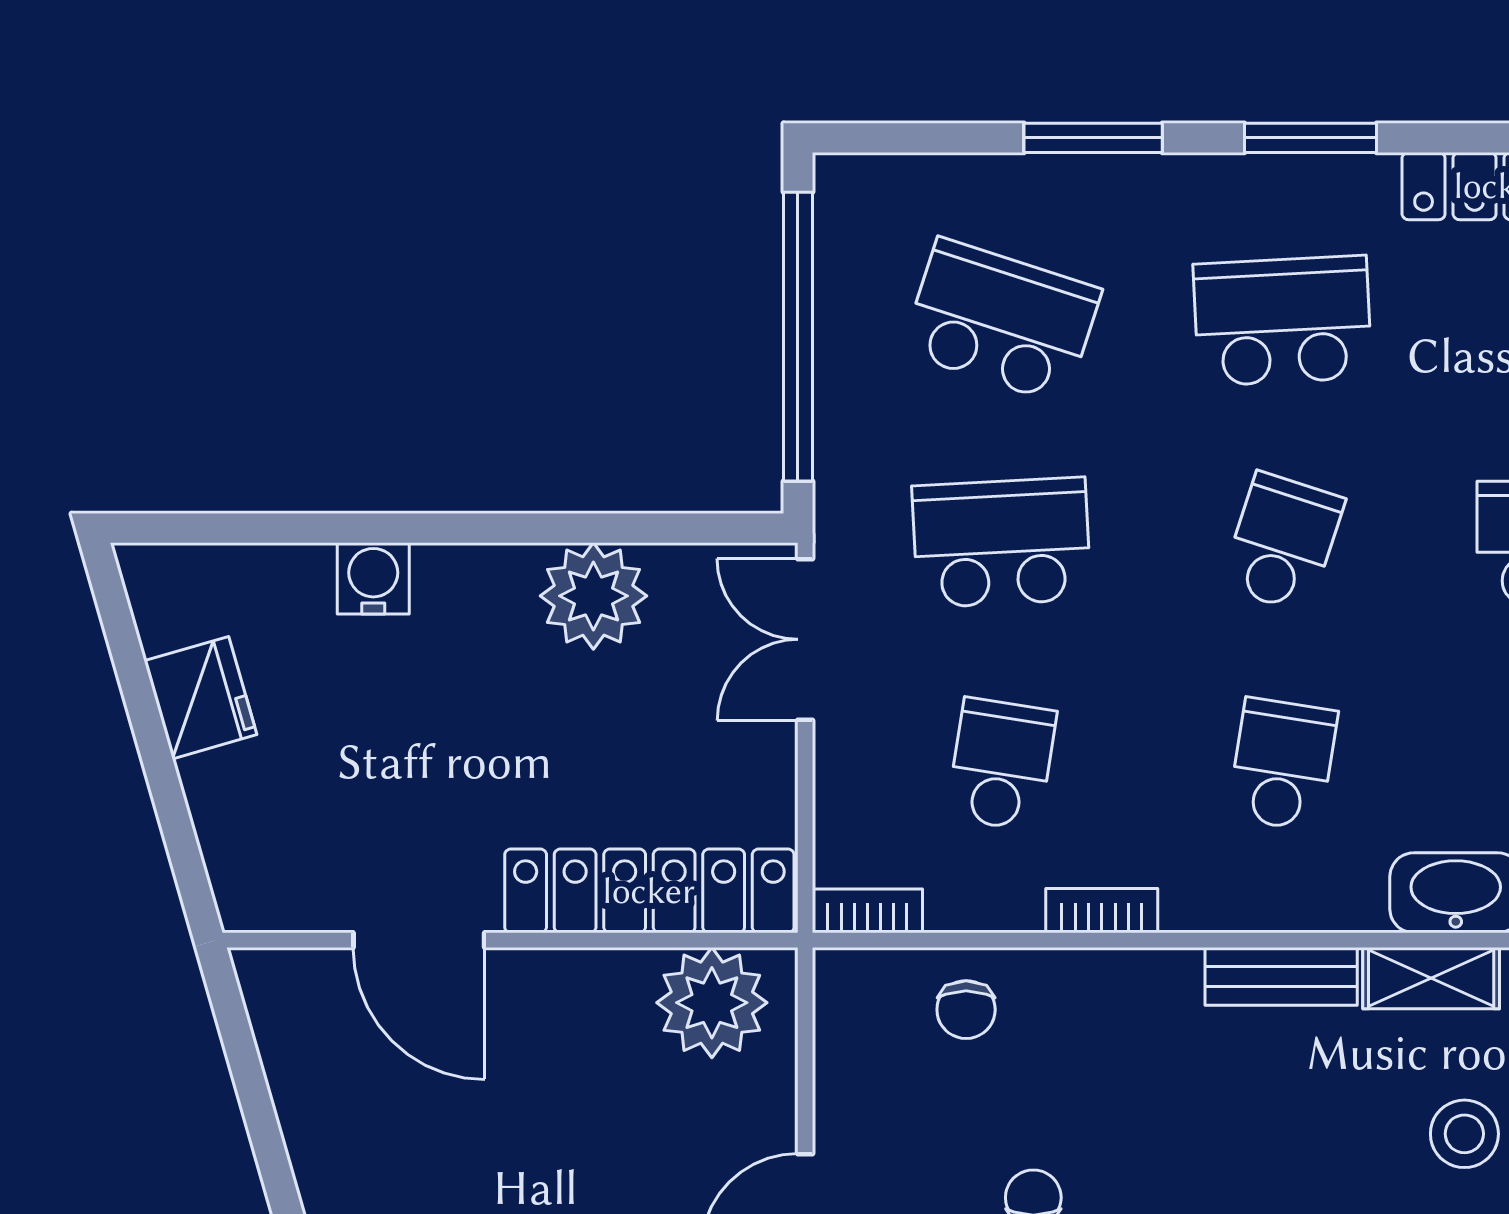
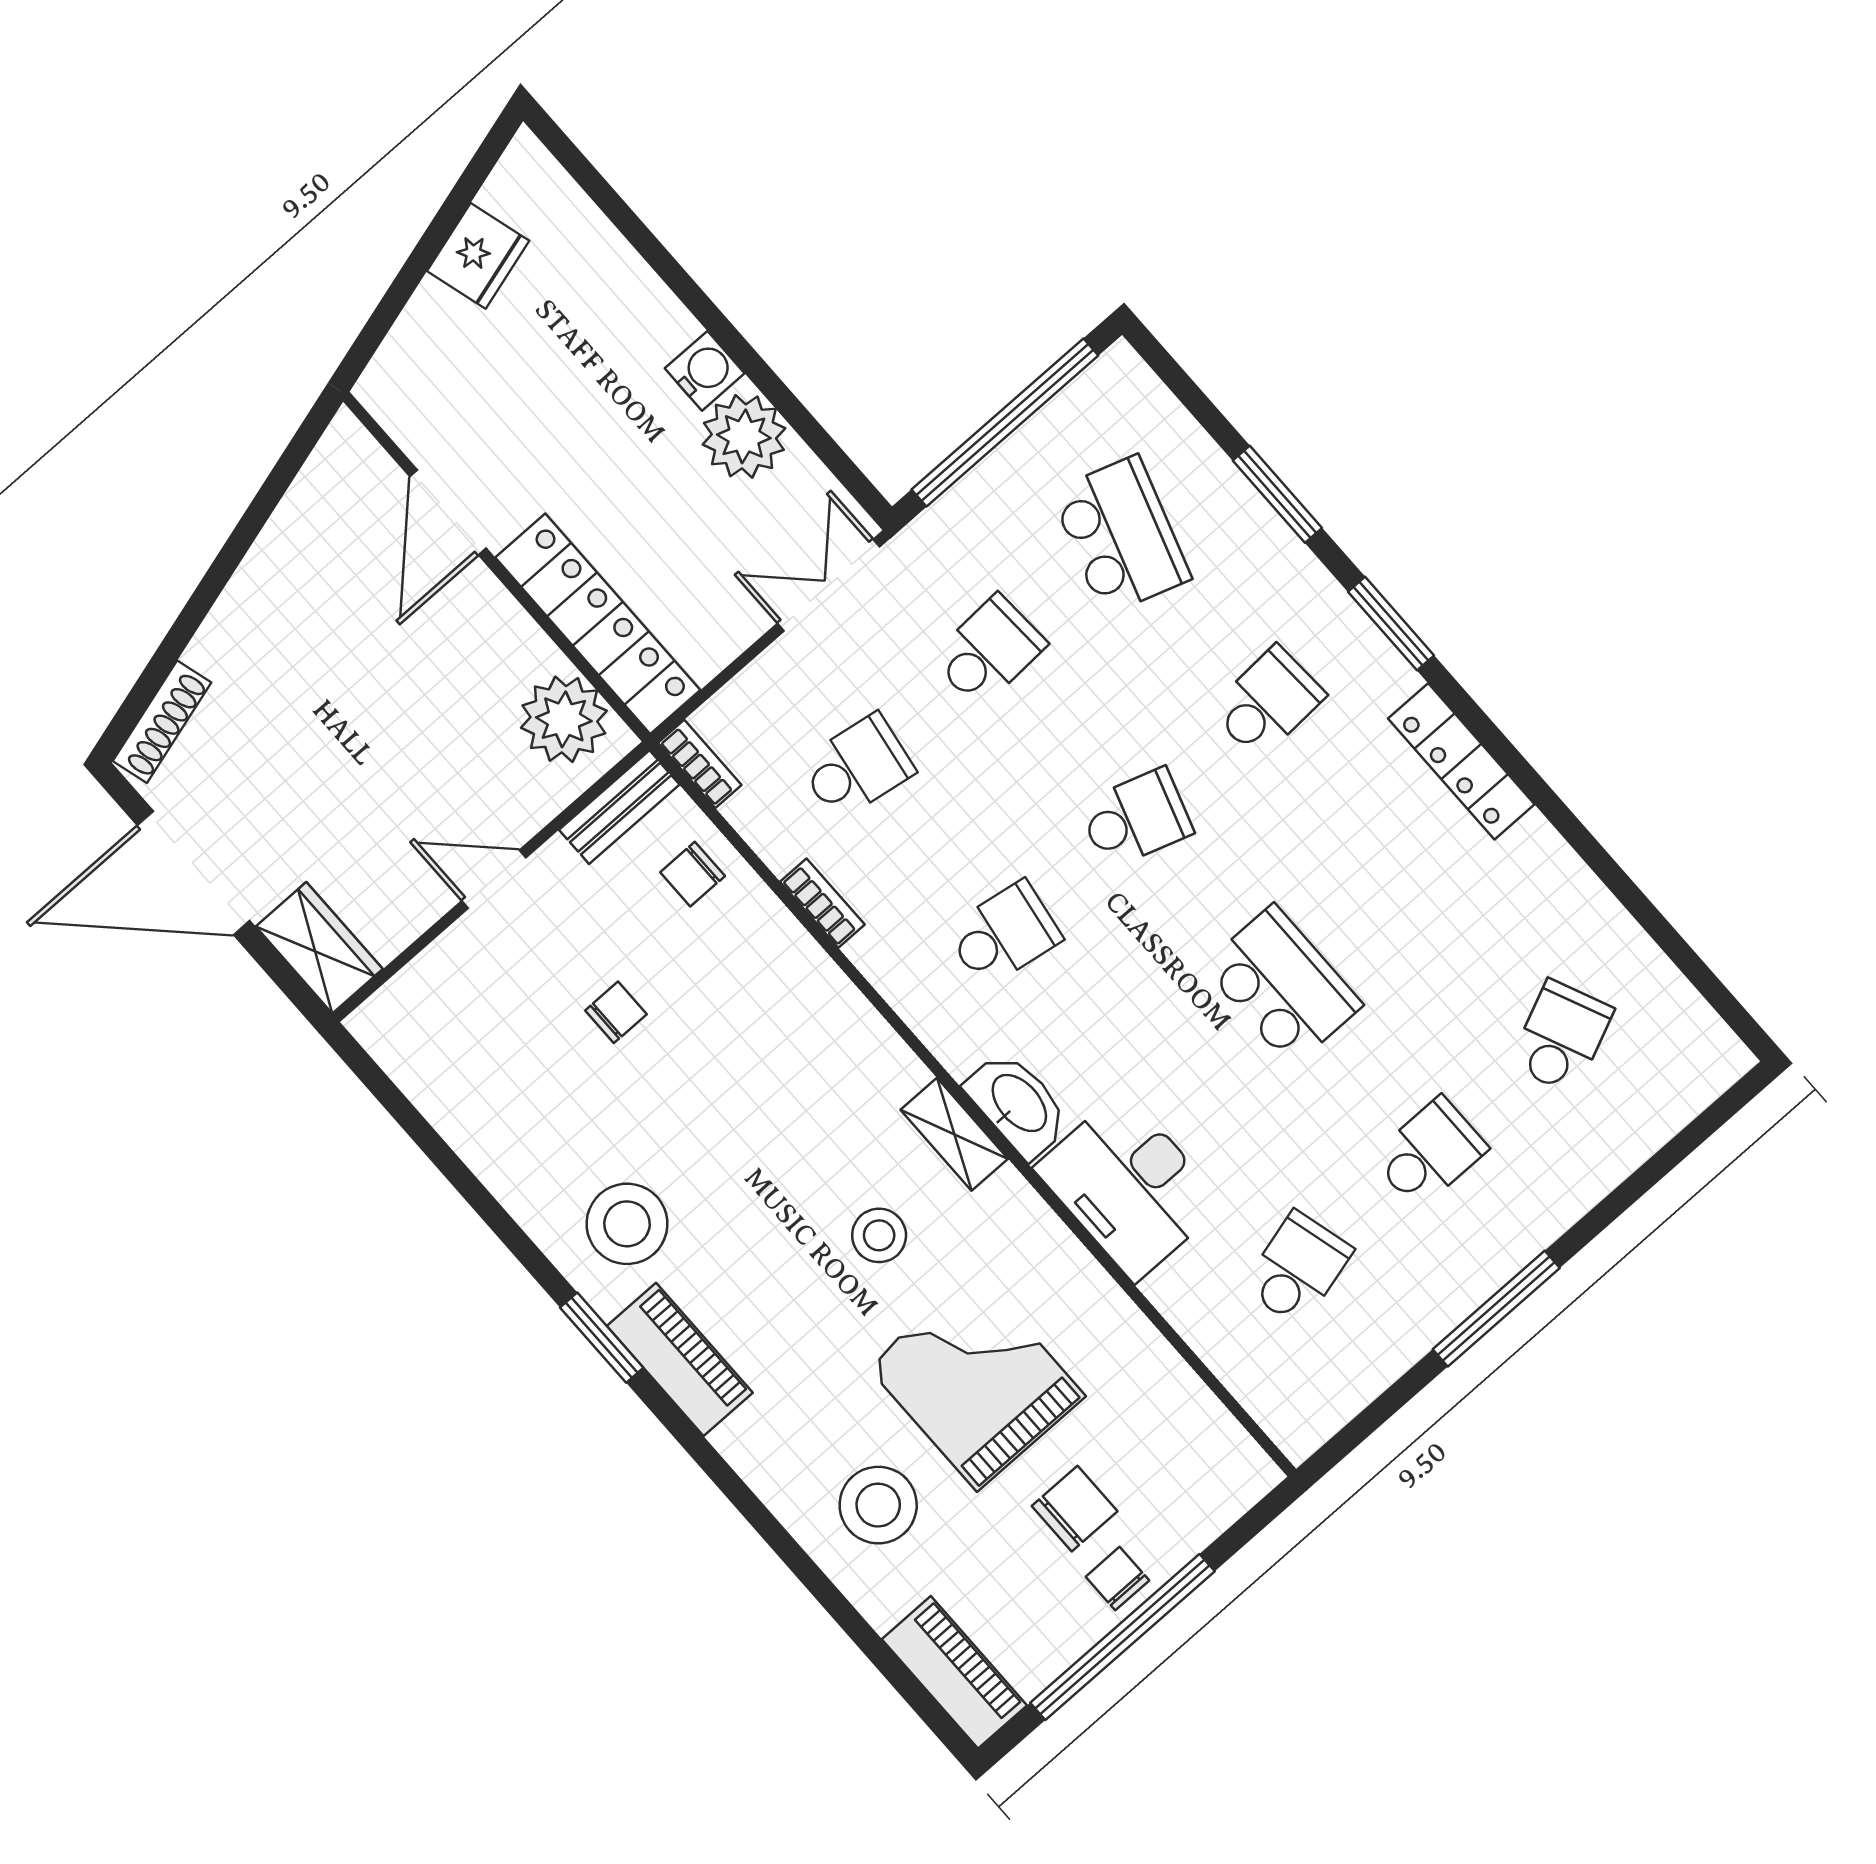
school desk: (1283, 321) -> (1268, 703), width x0.54
school desk: (1001, 543) -> (989, 651), width x0.54
water cooler: (373, 578) -> (705, 371), moved
bench: (1281, 976) -> (619, 807), moved, turned 90

